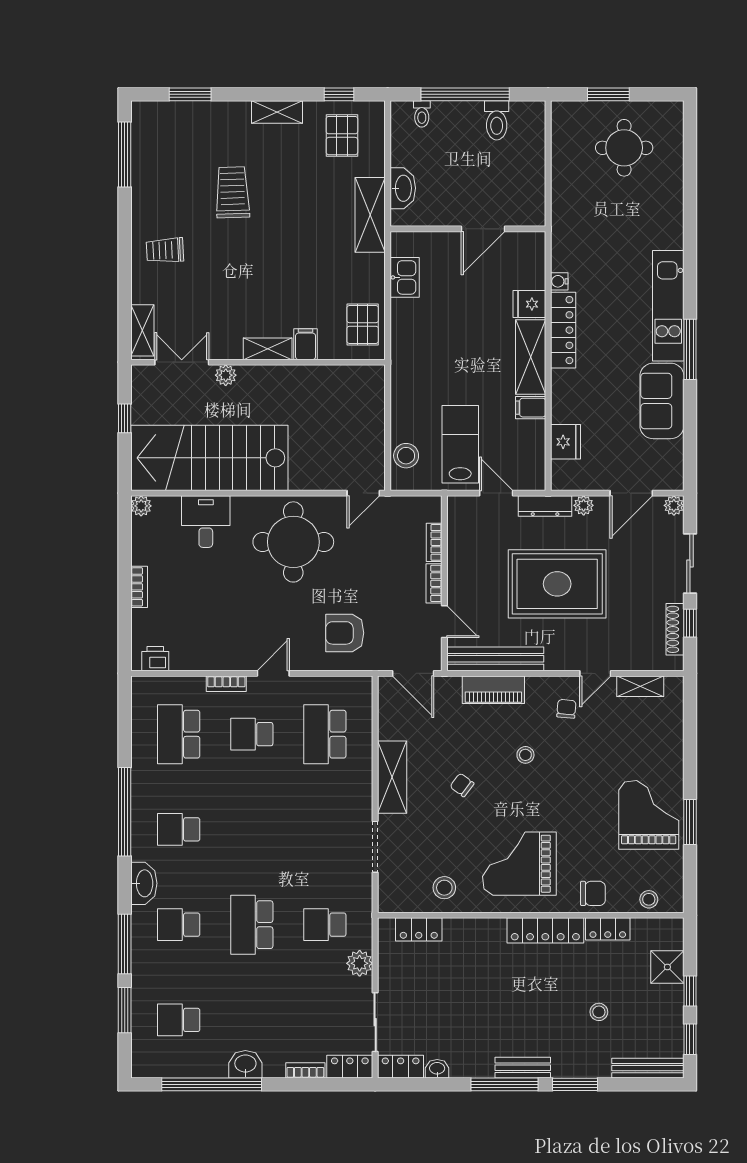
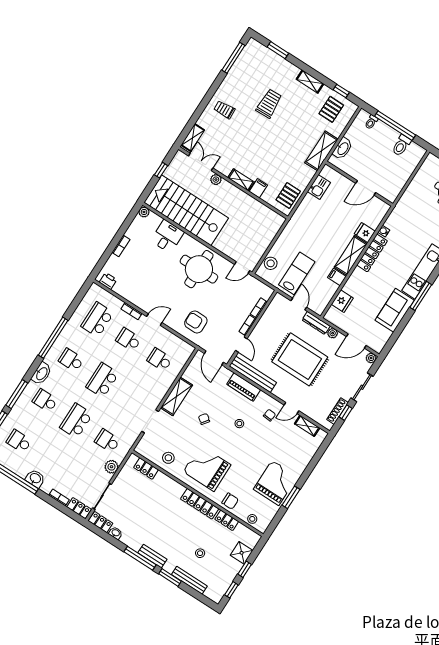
school desk: (325, 734) -> (160, 360), width x0.54
school desk: (252, 829) -> (102, 380), added
bench: (648, 1068) -> (189, 580), moved

